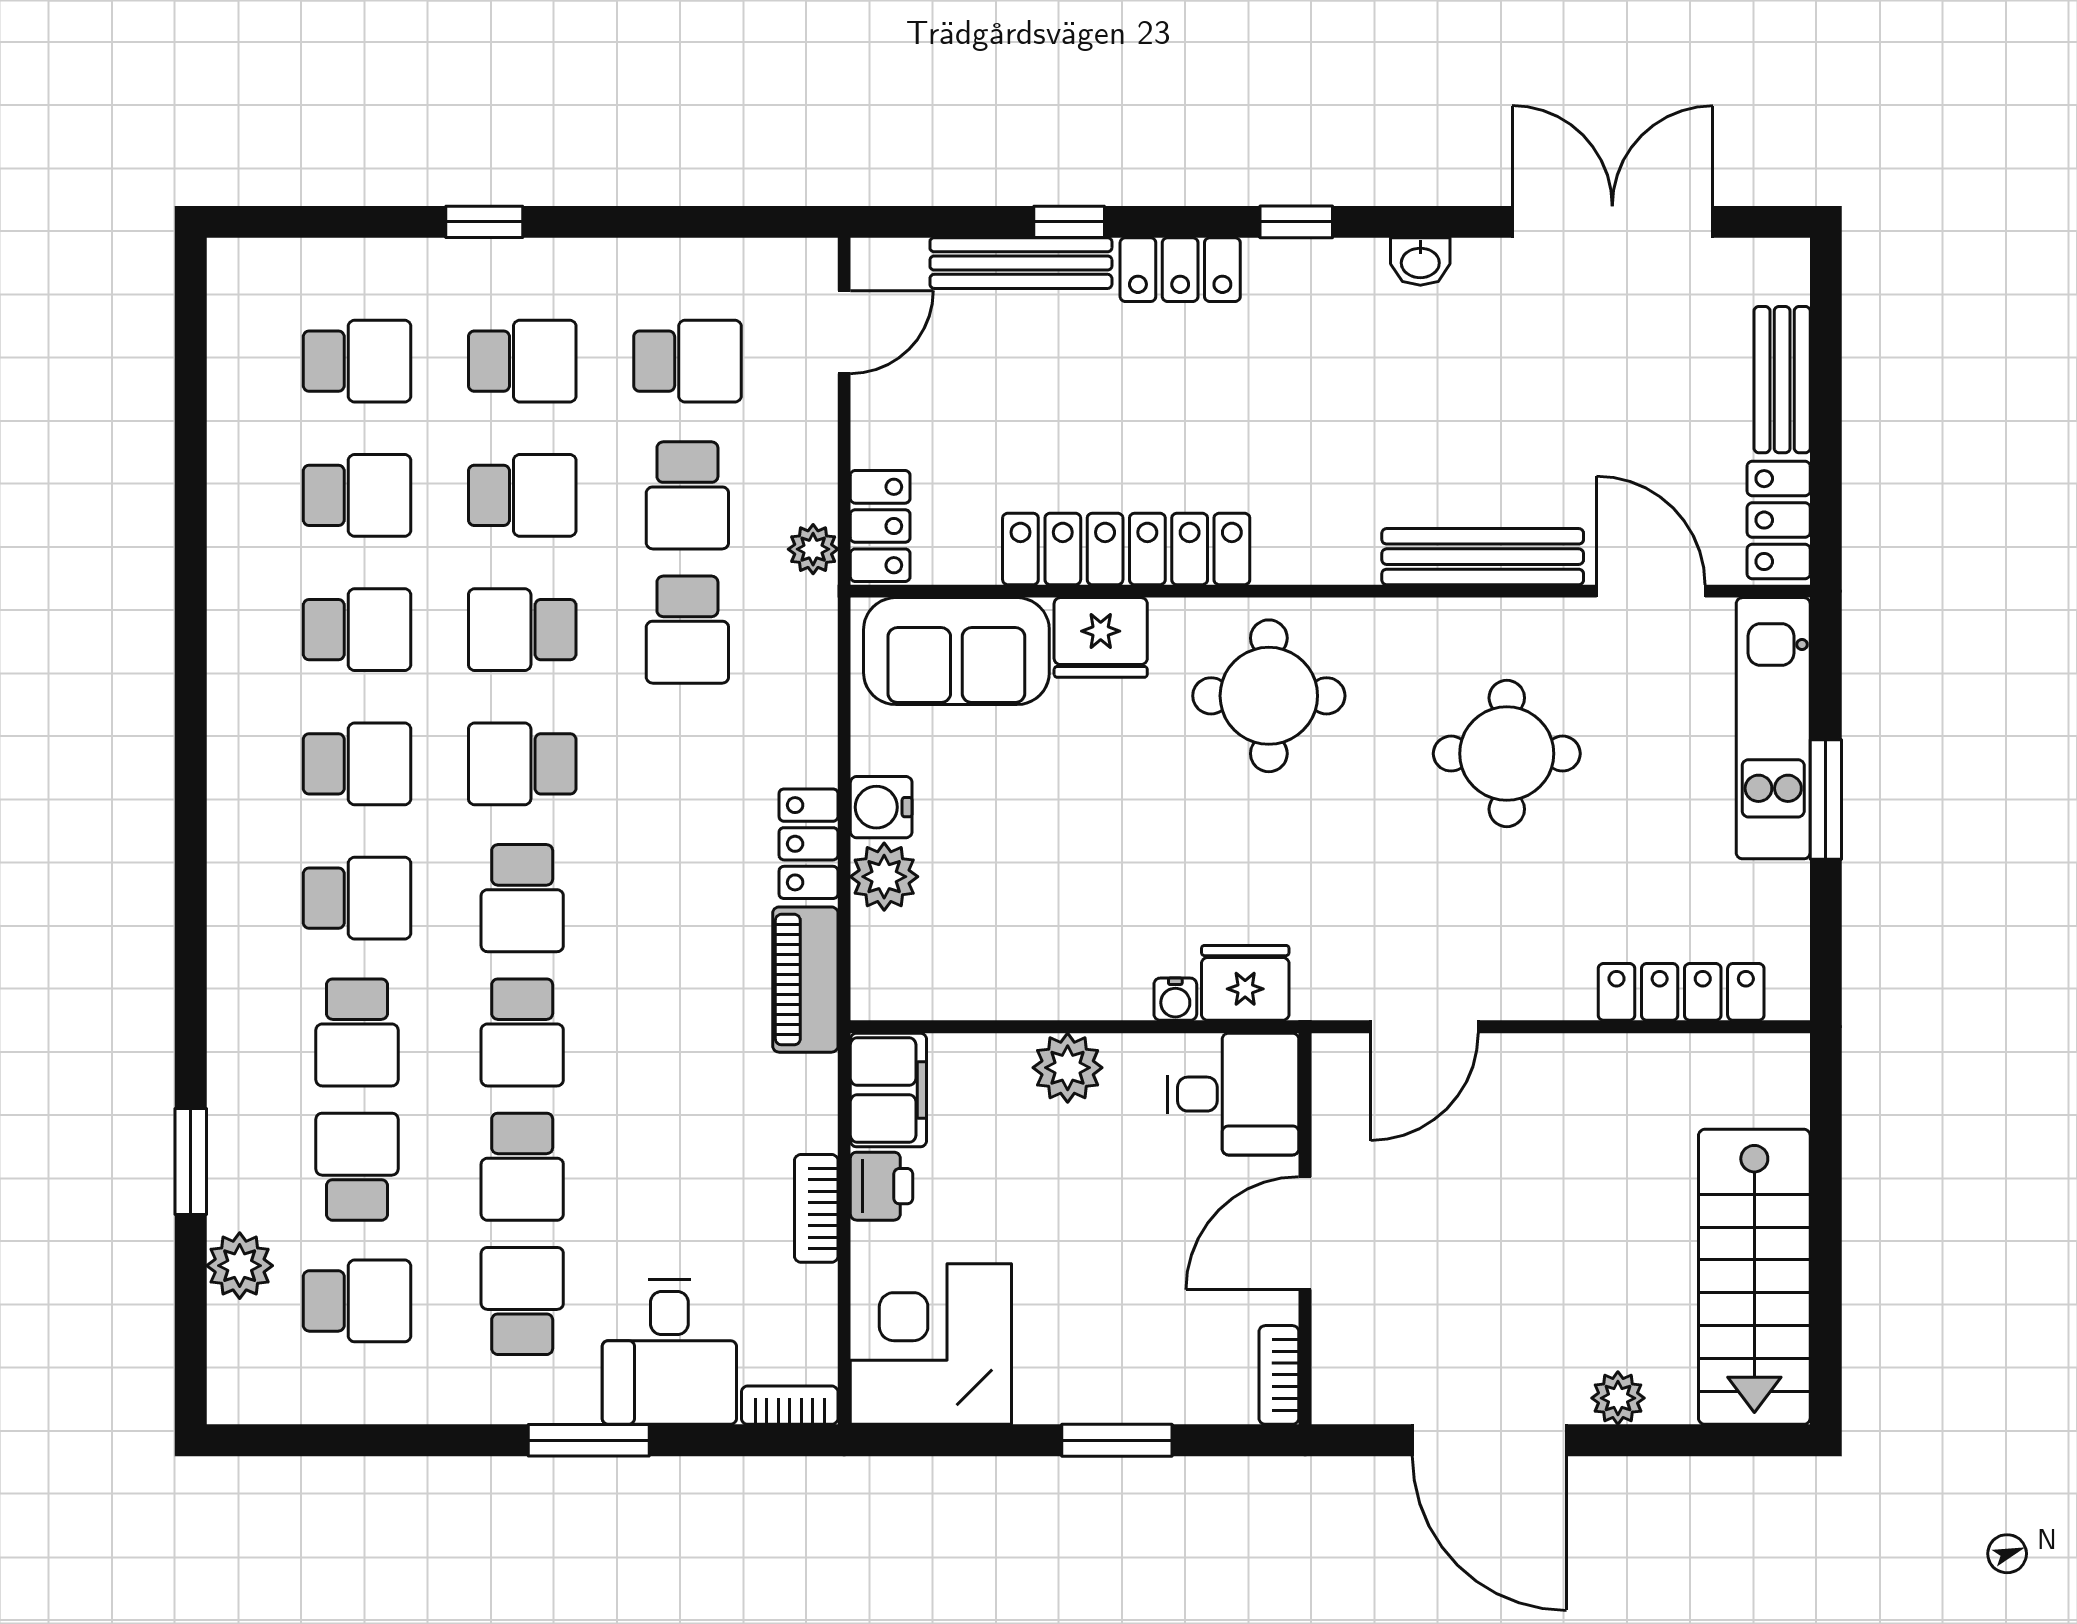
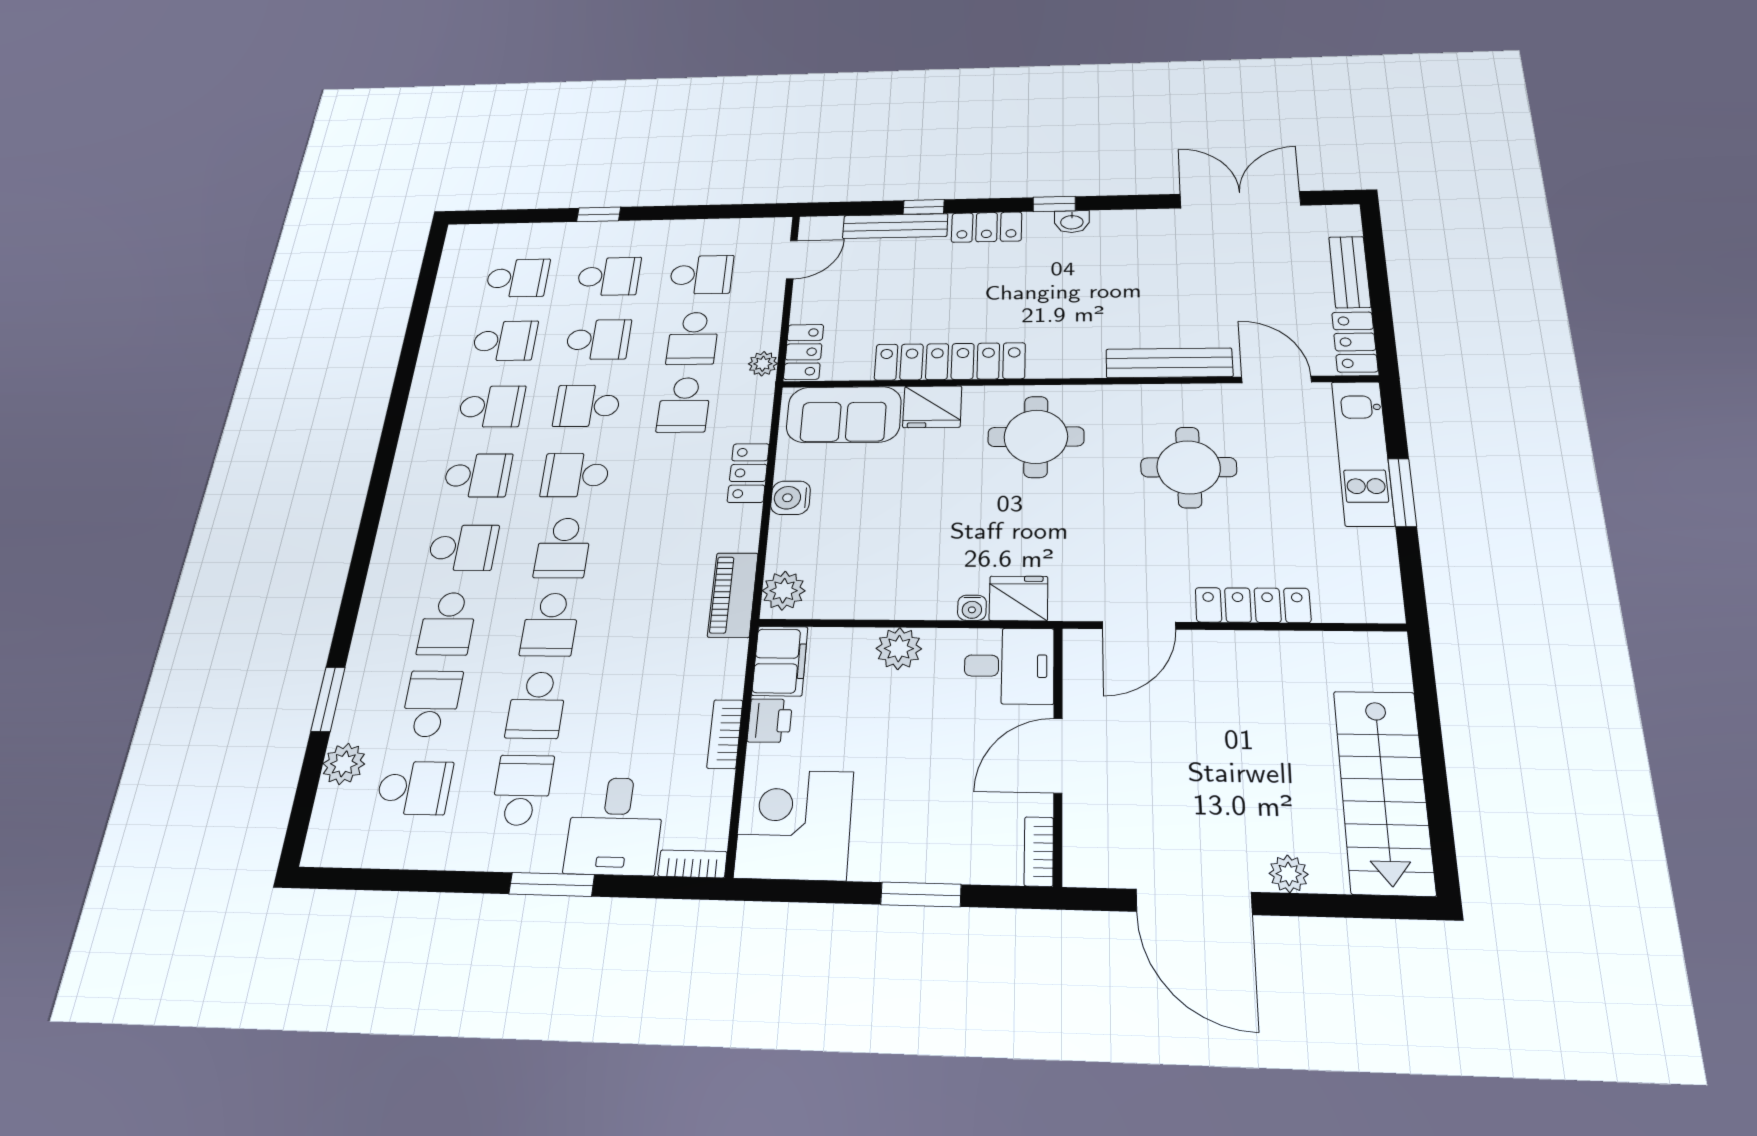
washbasin: (1420, 262) -> (1072, 222), moved
locker: (809, 844) -> (748, 473), moved
plant: (884, 877) -> (784, 591), moved
locker: (1681, 992) -> (1253, 605), moved

